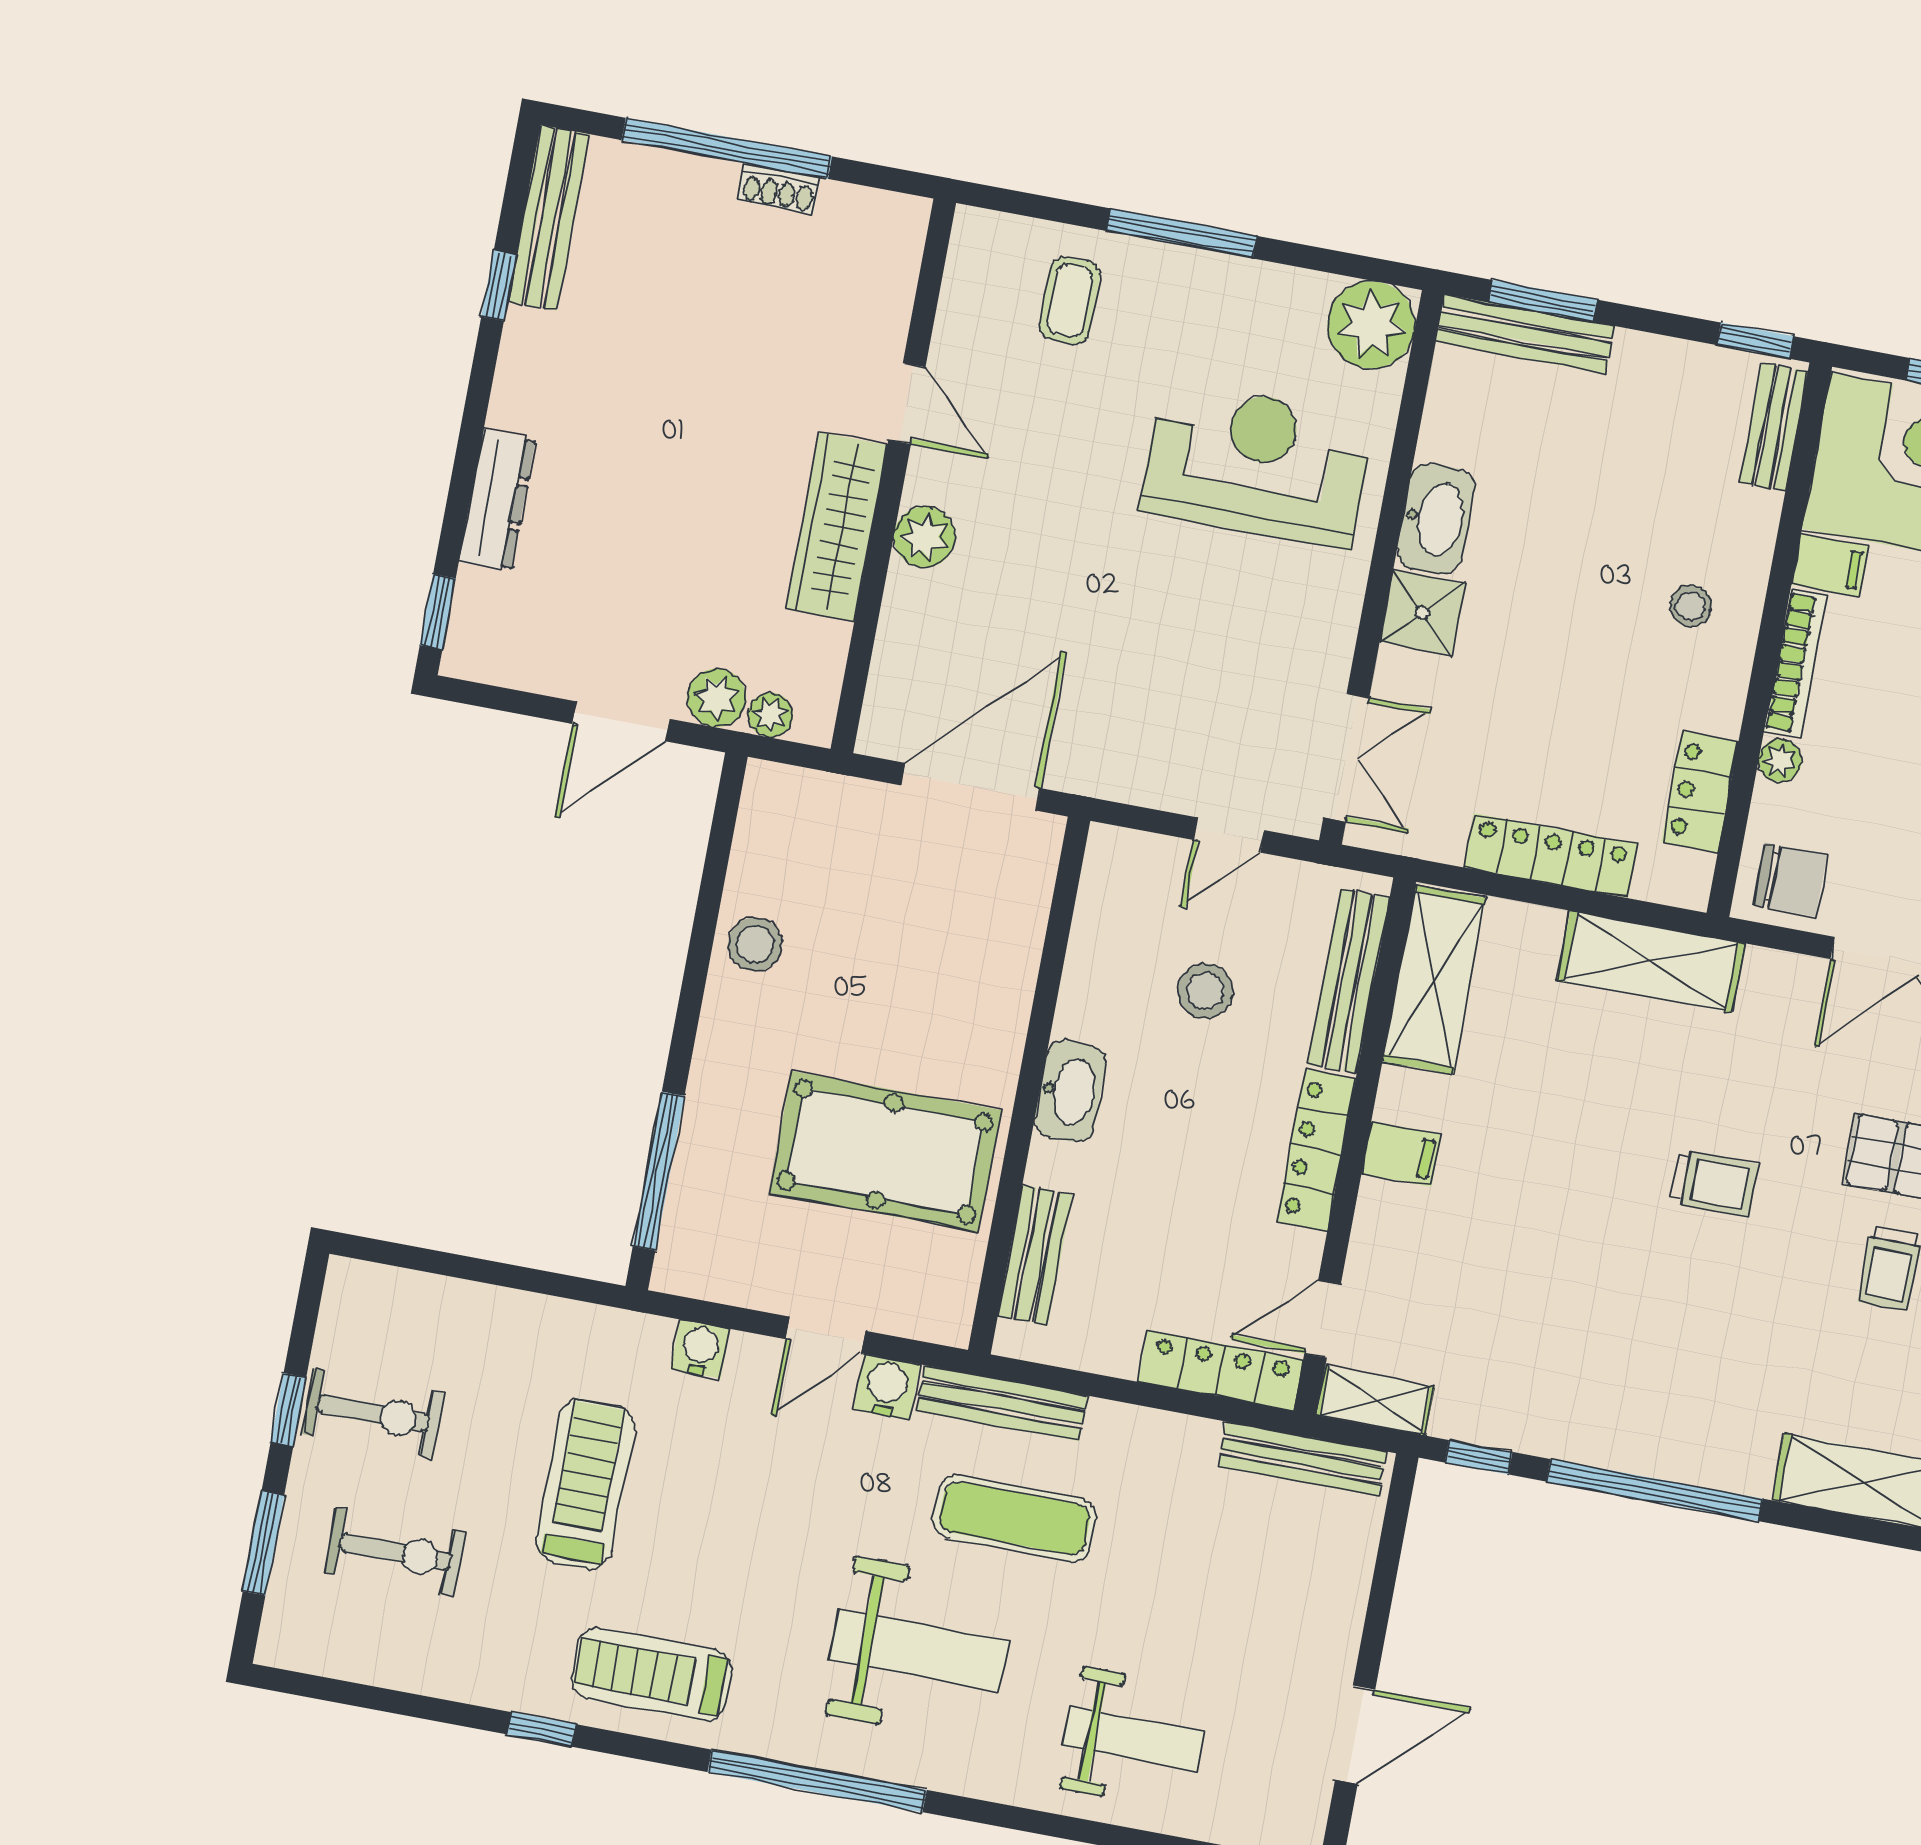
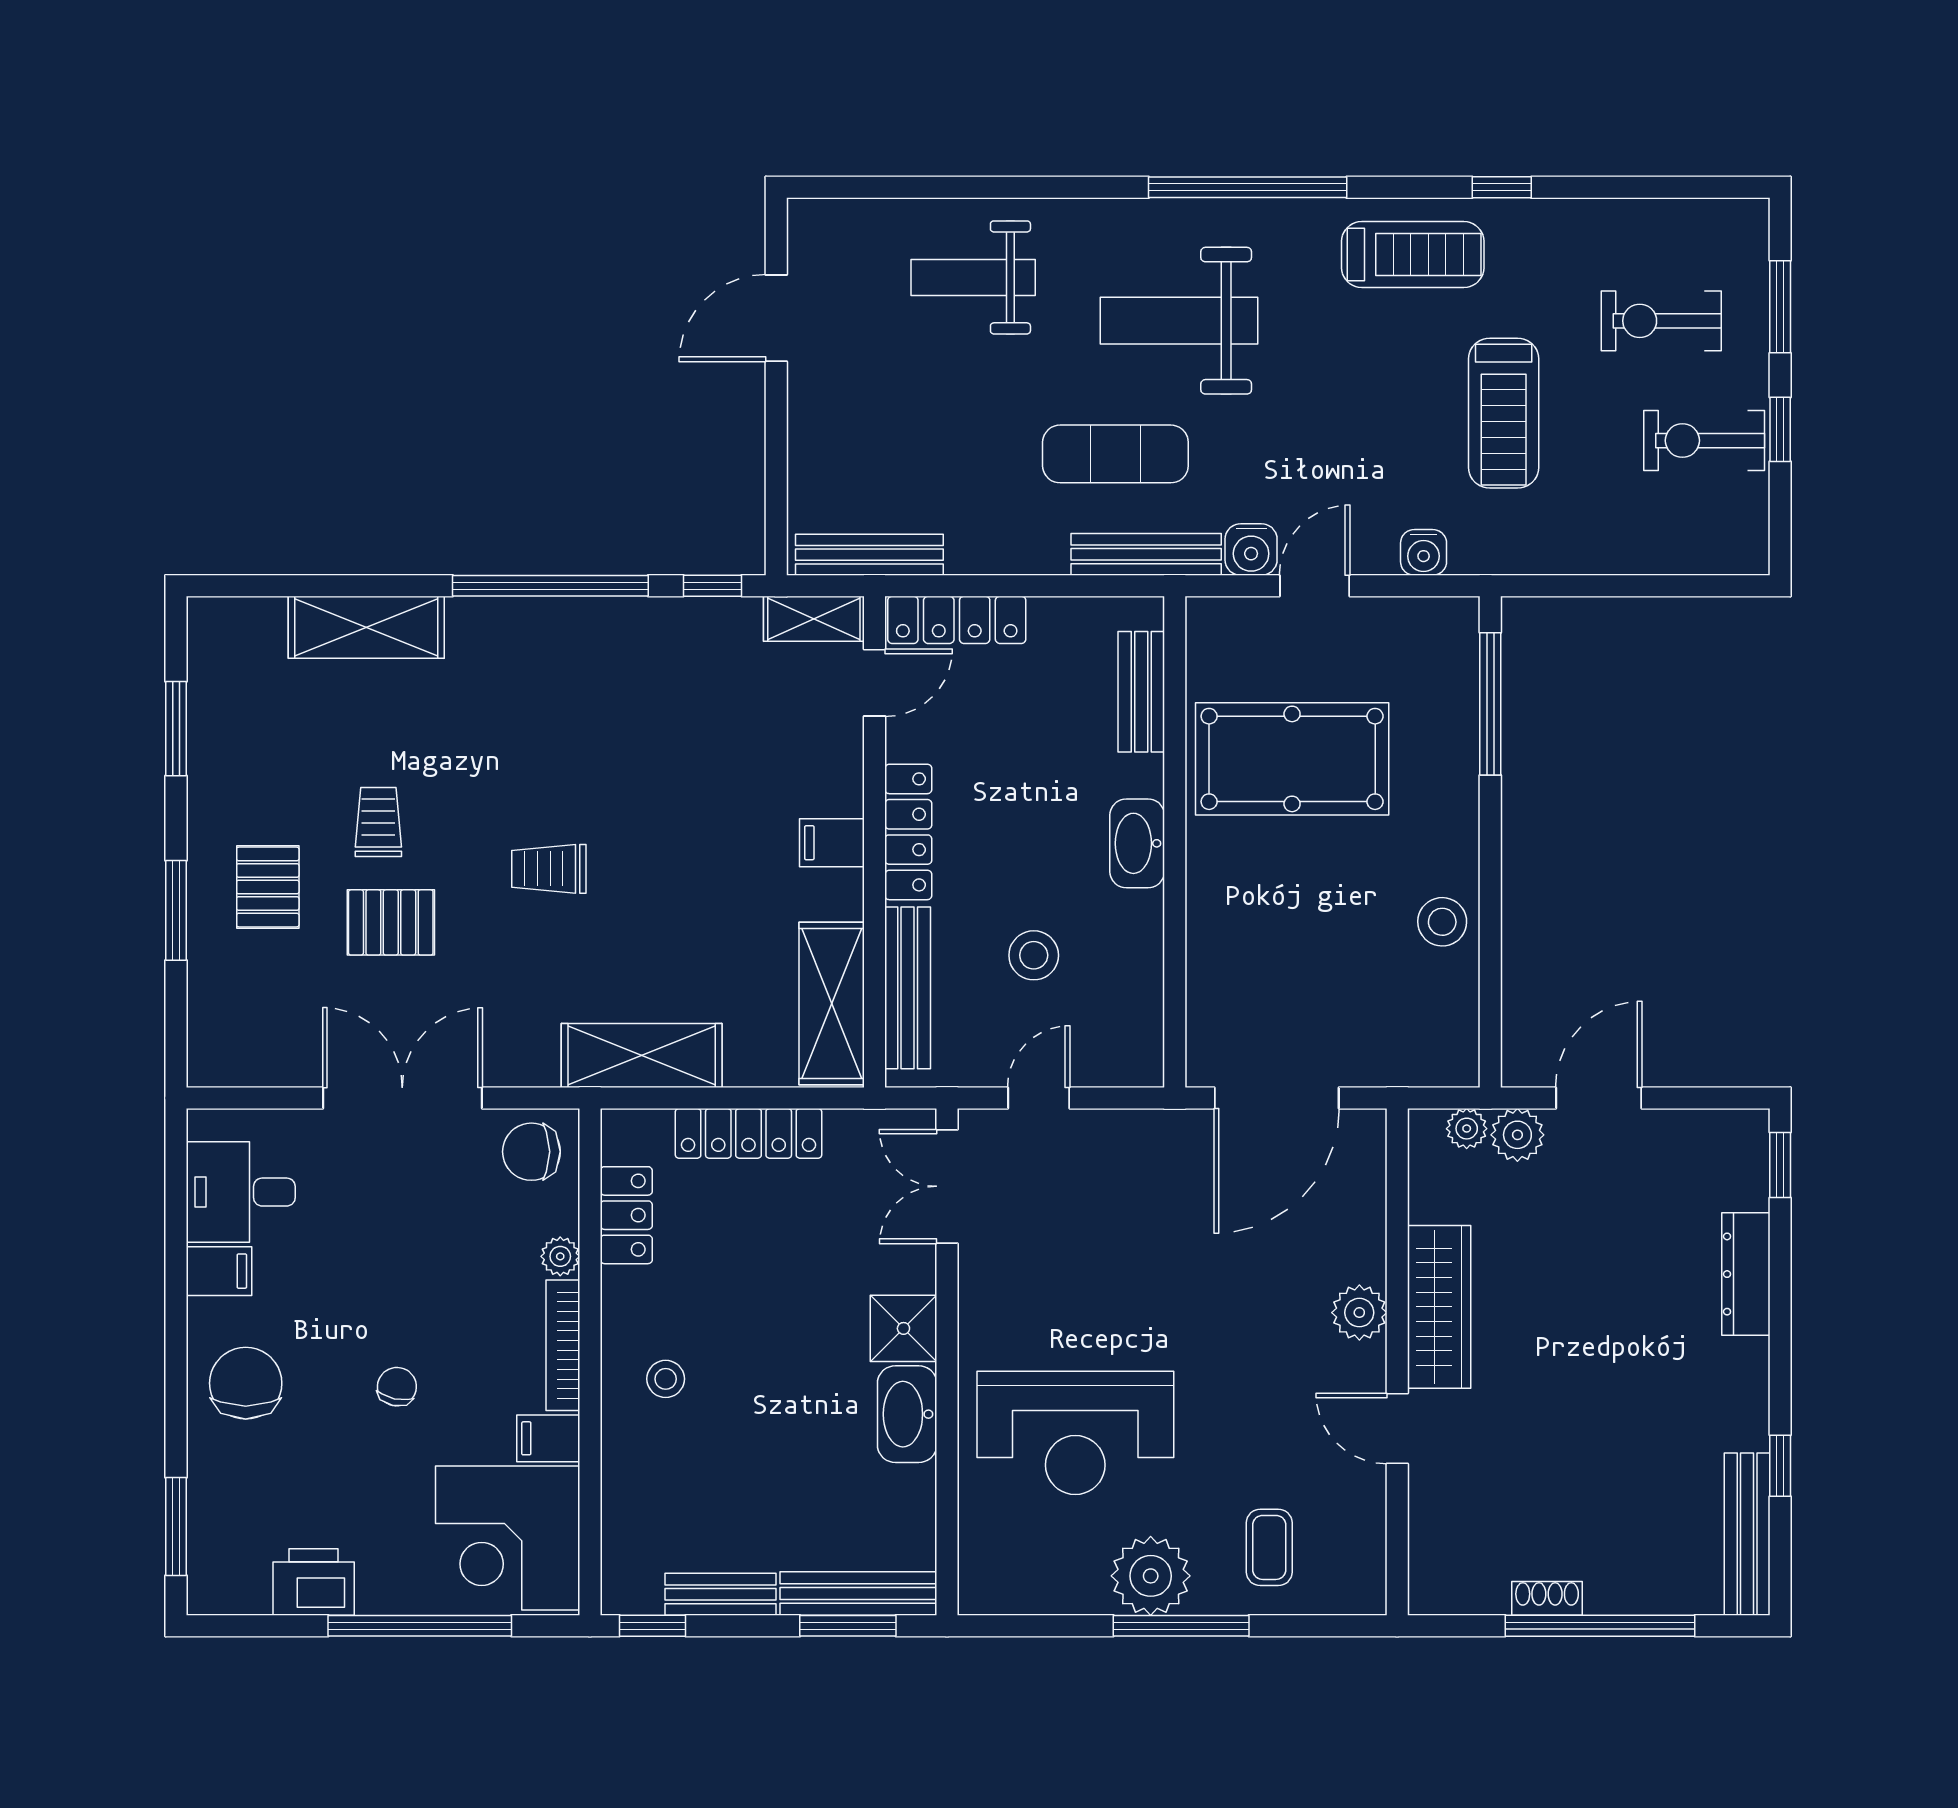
plant: (1371, 325) -> (1151, 1576), moved
bench: (1774, 427) -> (721, 1594), moved, turned 90

